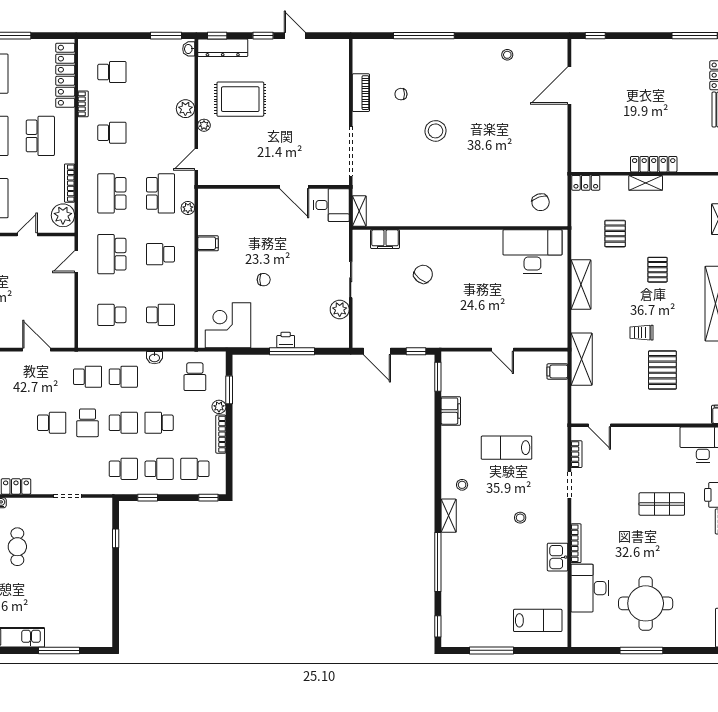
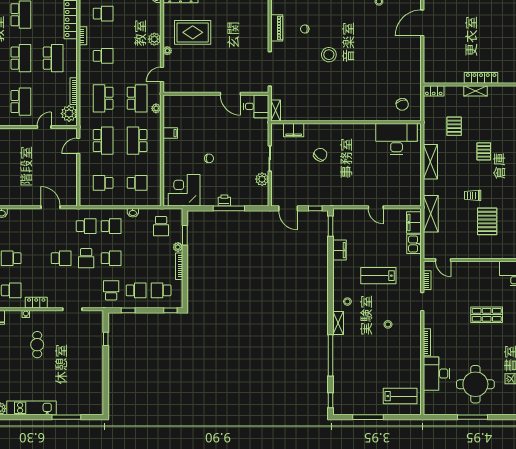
school desk: (112, 254) -> (103, 141), turned 180
school desk: (160, 254) -> (137, 141), width x1.85
filing cabinet: (557, 372) -> (414, 222), width x2.00
school desk: (159, 423) -> (136, 258), removed
school desk: (123, 469) -> (111, 290), turned -90
kitchen sink: (558, 557) -> (414, 244), moved

